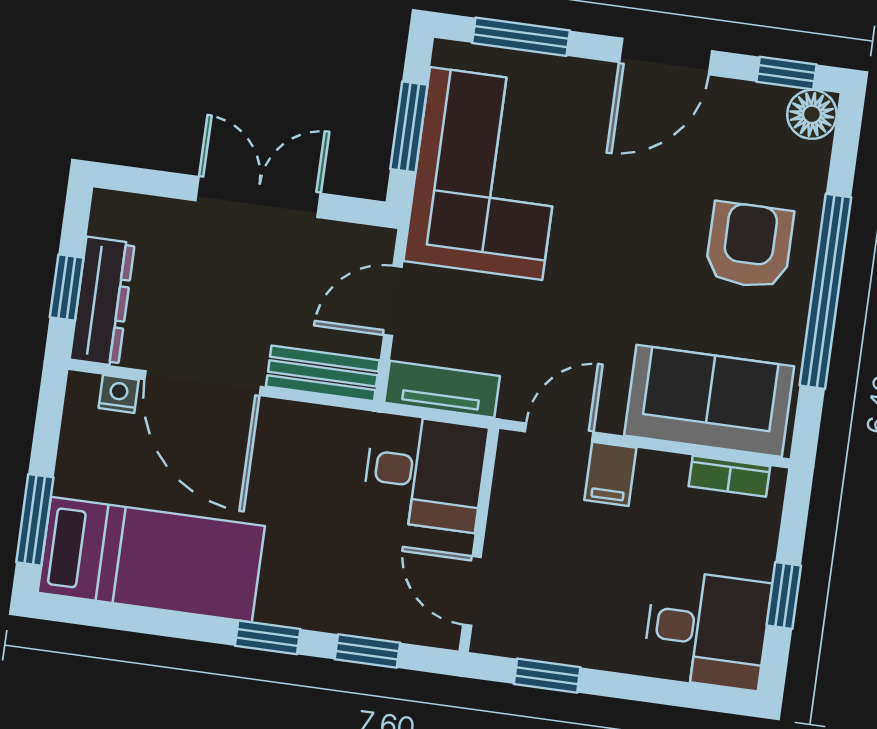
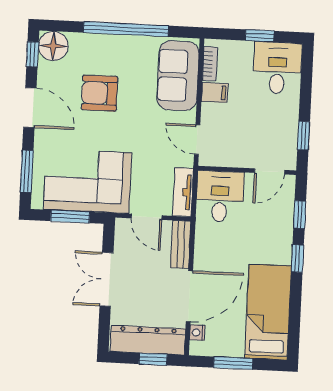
floor lamp: (812, 114) -> (53, 46), width x1.38, depth x1.38
armchair: (749, 245) -> (99, 93), moved
dresser: (102, 301) -> (148, 340), width x1.37, depth x1.24
filing cabinet: (610, 474) -> (215, 93), moved
window: (35, 520) -> (233, 363), moved

